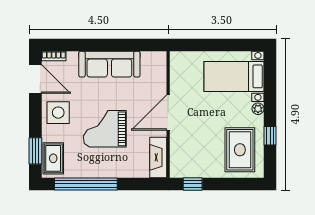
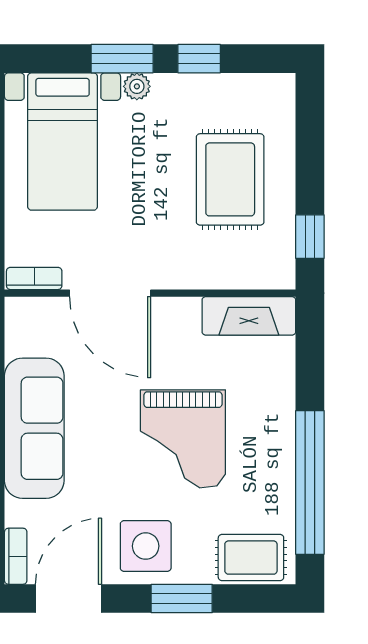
bookcase: (175, 64) -> (34, 278), added
window: (270, 102) -> (122, 59), added
door: (168, 113) -> (110, 293), moved
rug: (240, 150) -> (230, 179), moved, turned 90
window: (35, 151) -> (182, 598), moved

